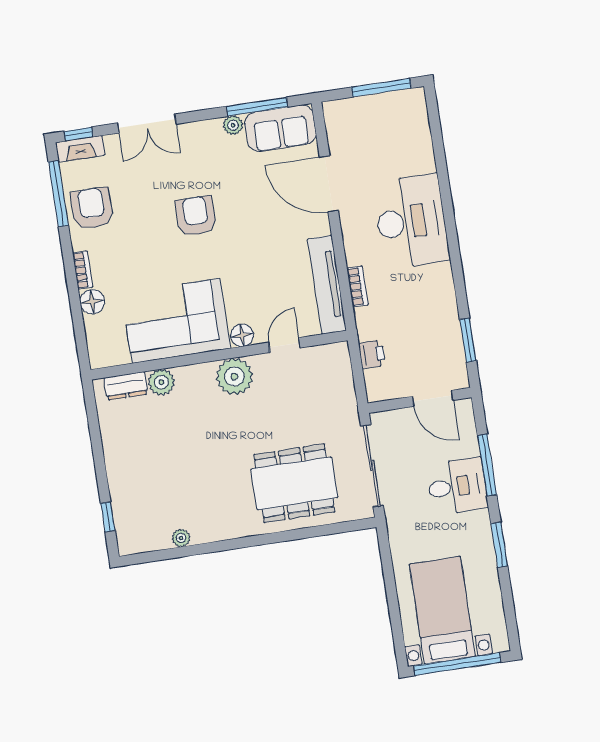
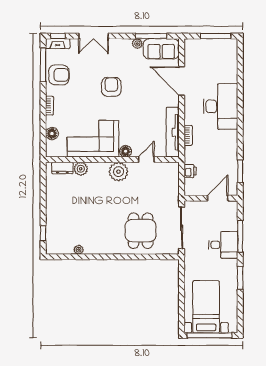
armchair: (92, 208) -> (59, 75), turned 90
floor lamp: (92, 302) -> (52, 134), moved
door: (433, 398) -> (218, 198), swing flipped
dining table: (294, 483) -> (141, 231), width x0.73

